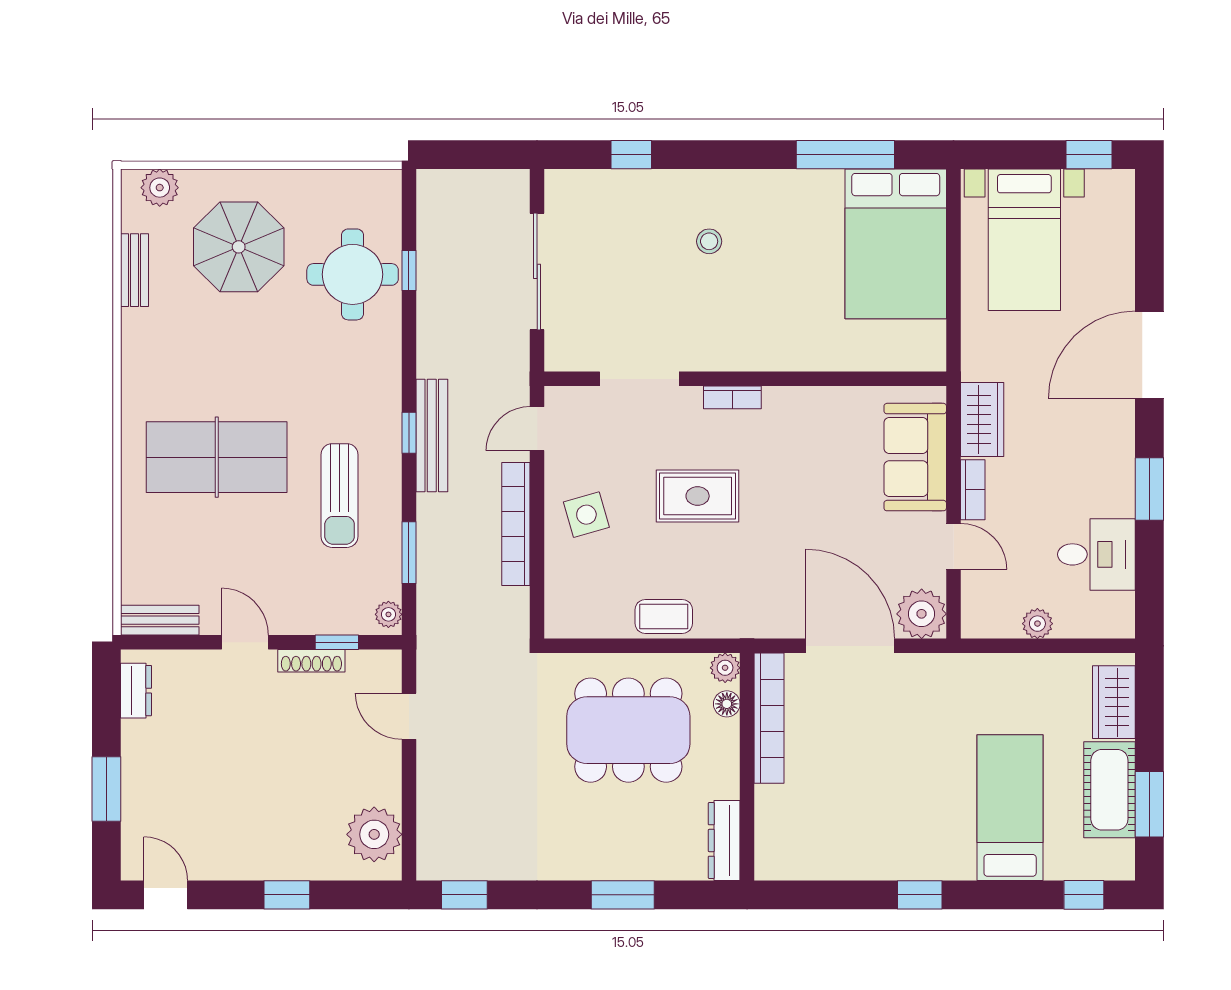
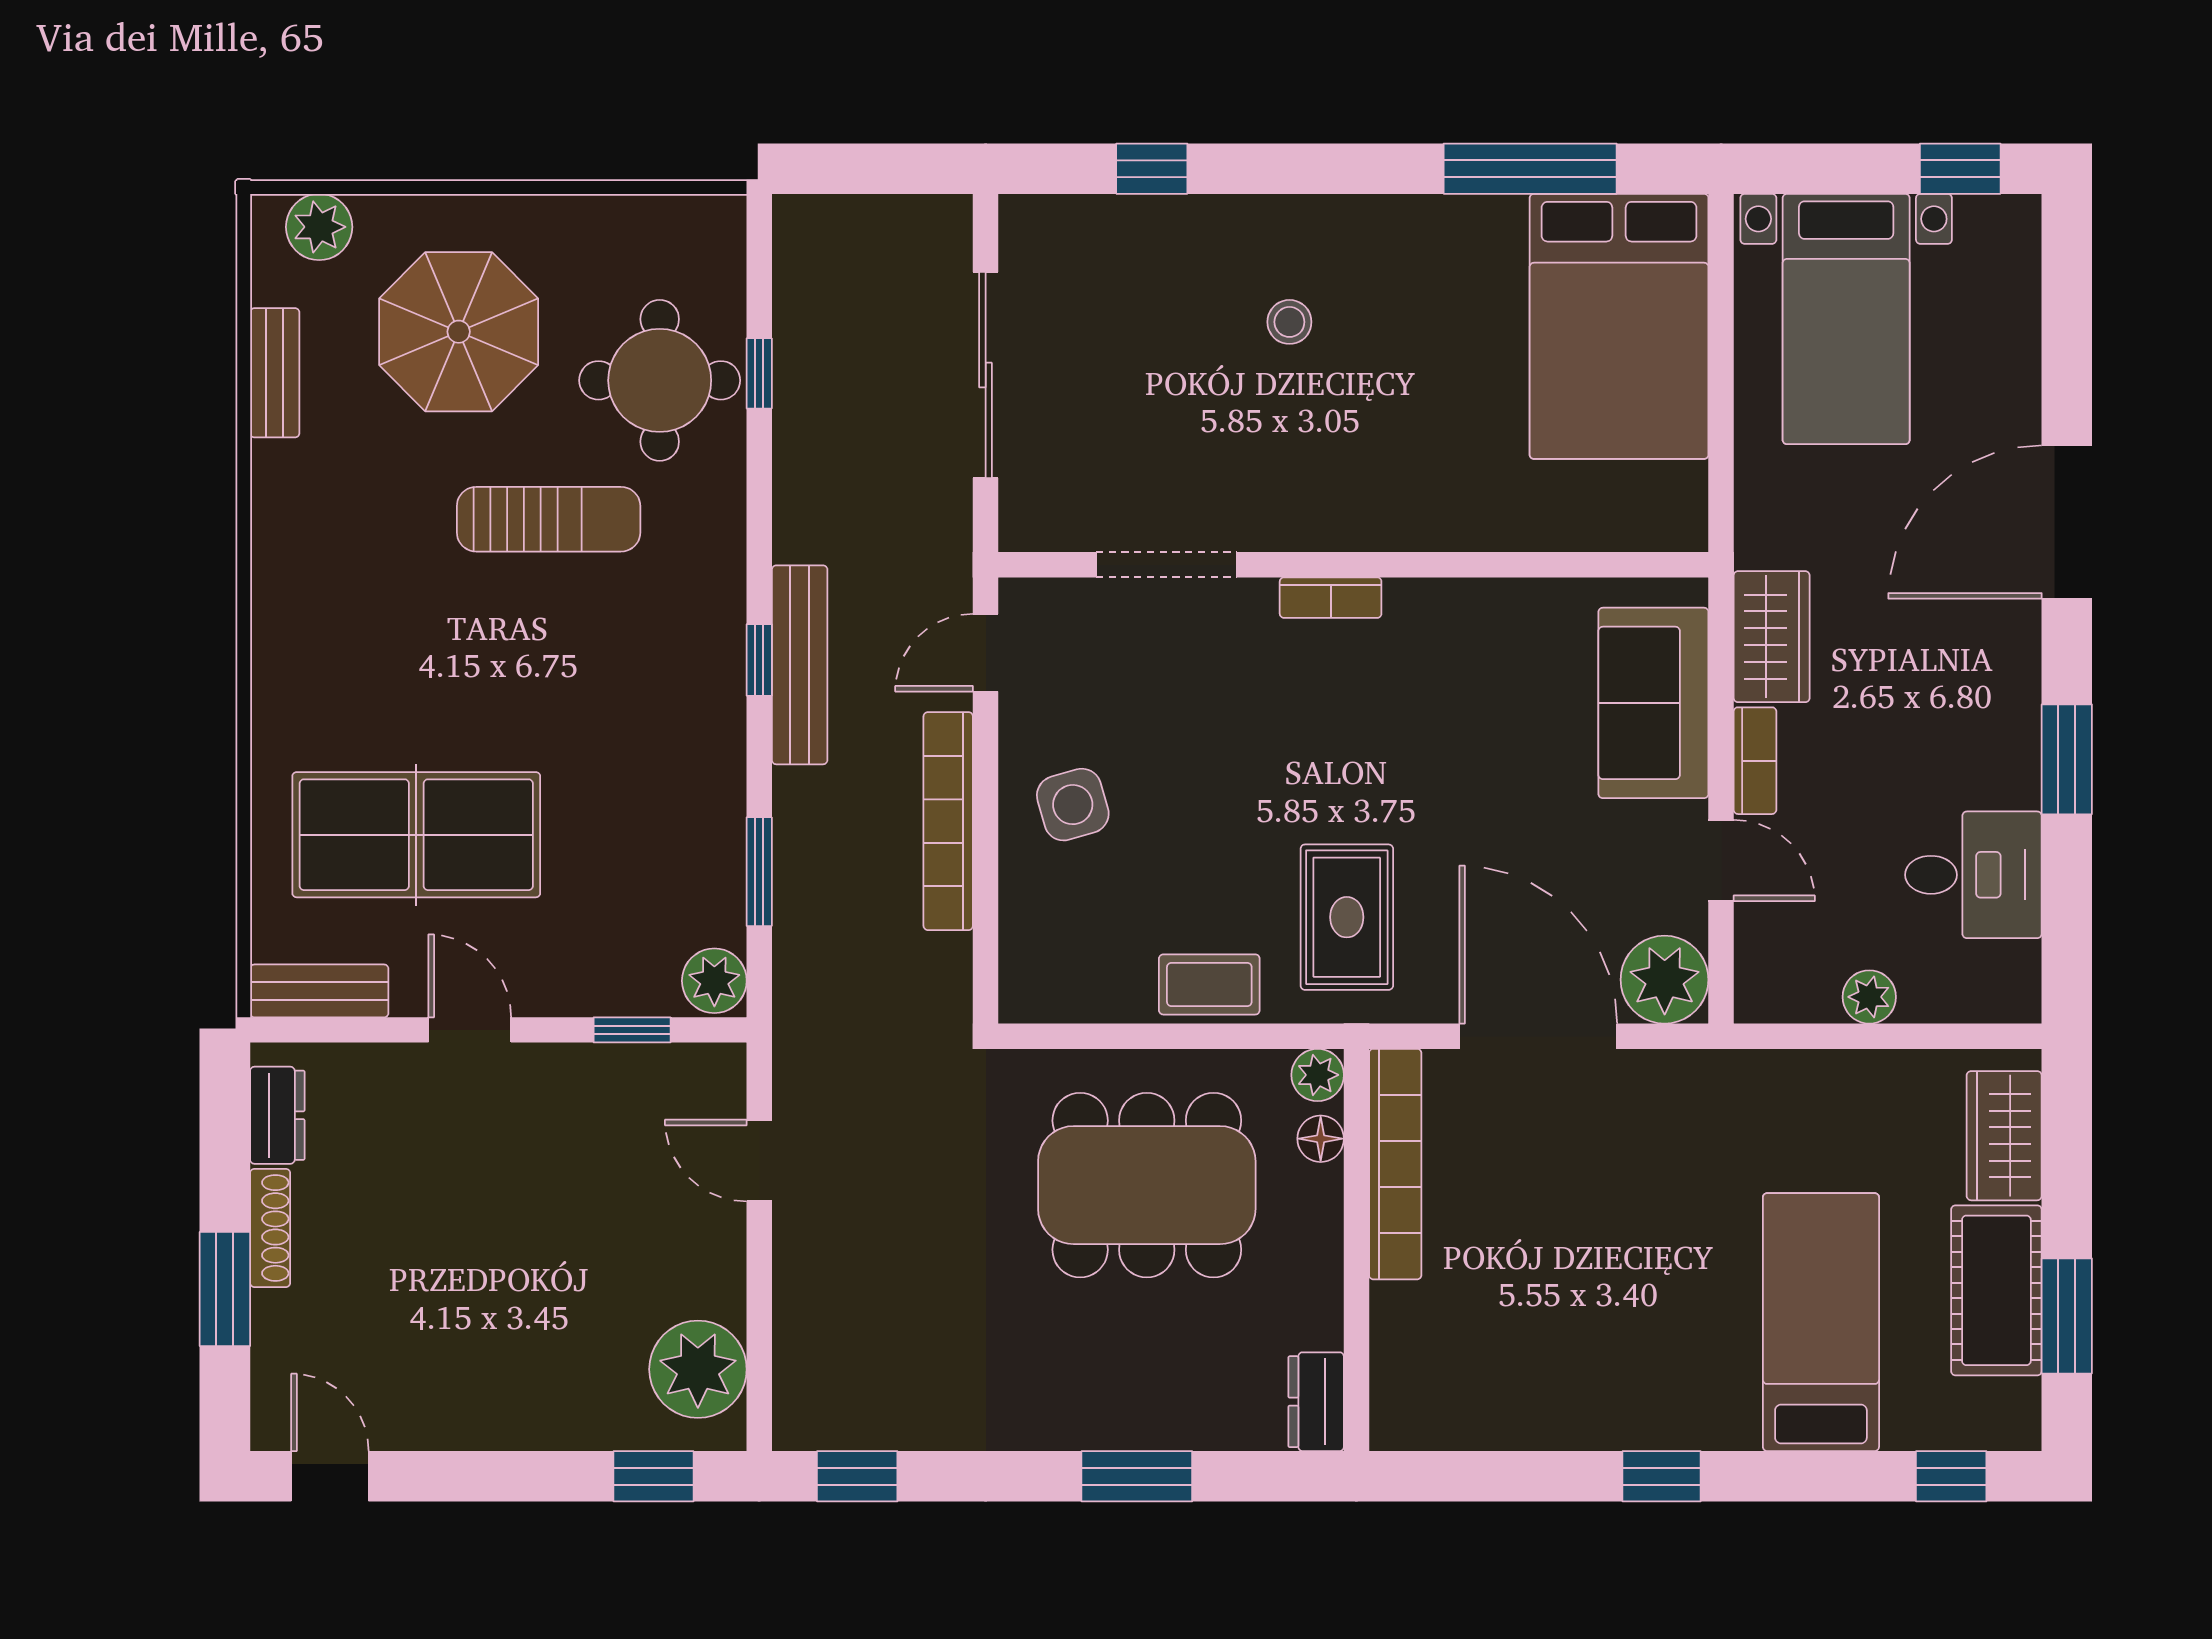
table tennis table: (217, 457) -> (416, 835), moved
sun lounger: (340, 496) -> (549, 519), moved, turned -90
rug: (698, 496) -> (1347, 917), moved, turned 90
plant: (388, 614) -> (714, 981), width x1.38, depth x1.38
shoe rack: (311, 661) -> (270, 1228), moved, turned -90
dresser: (724, 840) -> (1316, 1402), width x0.70
window: (287, 895) -> (653, 1476), moved

